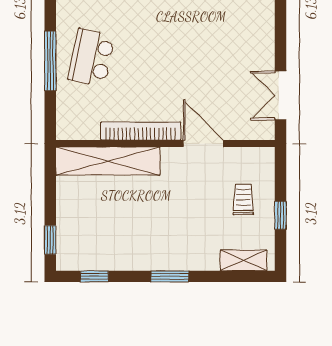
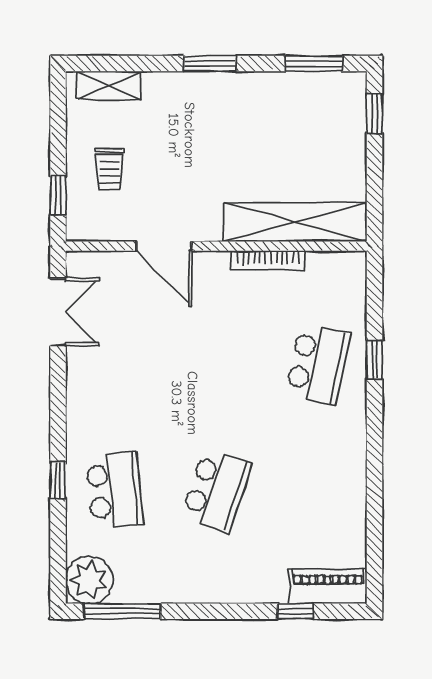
window: (50, 61) -> (374, 360), width x0.46
bookcase: (141, 131) -> (268, 260), width x0.68, depth x0.76
window: (281, 215) -> (58, 196), moved
window: (94, 276) -> (314, 64), width x1.50

